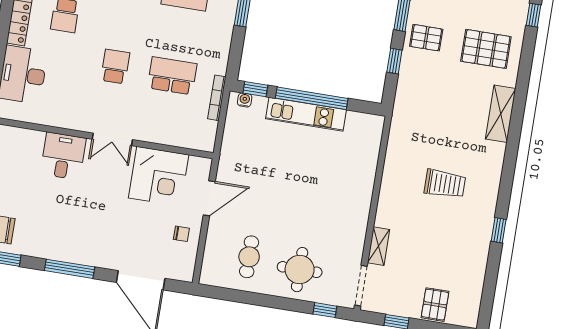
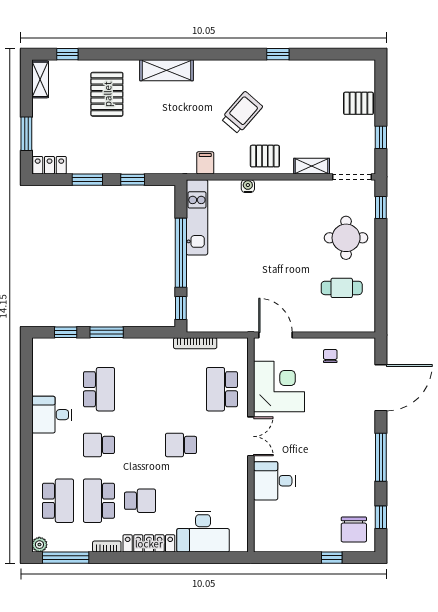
pallet: (426, 38) -> (265, 156), moved, turned 90
school desk: (172, 76) -> (222, 389), moved
water cooler: (245, 100) -> (248, 186), moved, turned 90
kitchen unit: (306, 114) -> (197, 217), moved
filing cabinet: (399, 138) -> (205, 163), added
trolley: (445, 184) -> (242, 113), turned 41
door: (209, 198) -> (275, 335), moved

